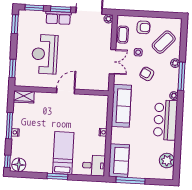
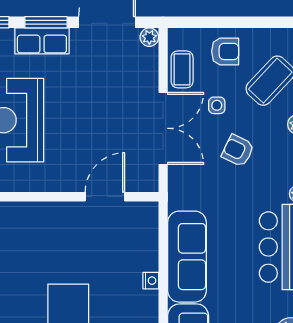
double door: (113, 62) -> (163, 128), width x1.37
door: (66, 91) -> (105, 197), moved
sofa: (121, 106) -> (187, 257), moved

